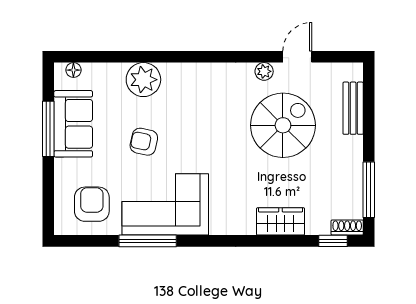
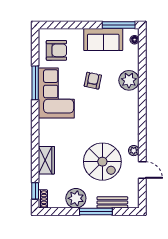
window: (48, 129) -> (119, 25), moved
plant: (346, 171) -> (76, 198), added
window: (369, 190) -> (96, 212), moved

